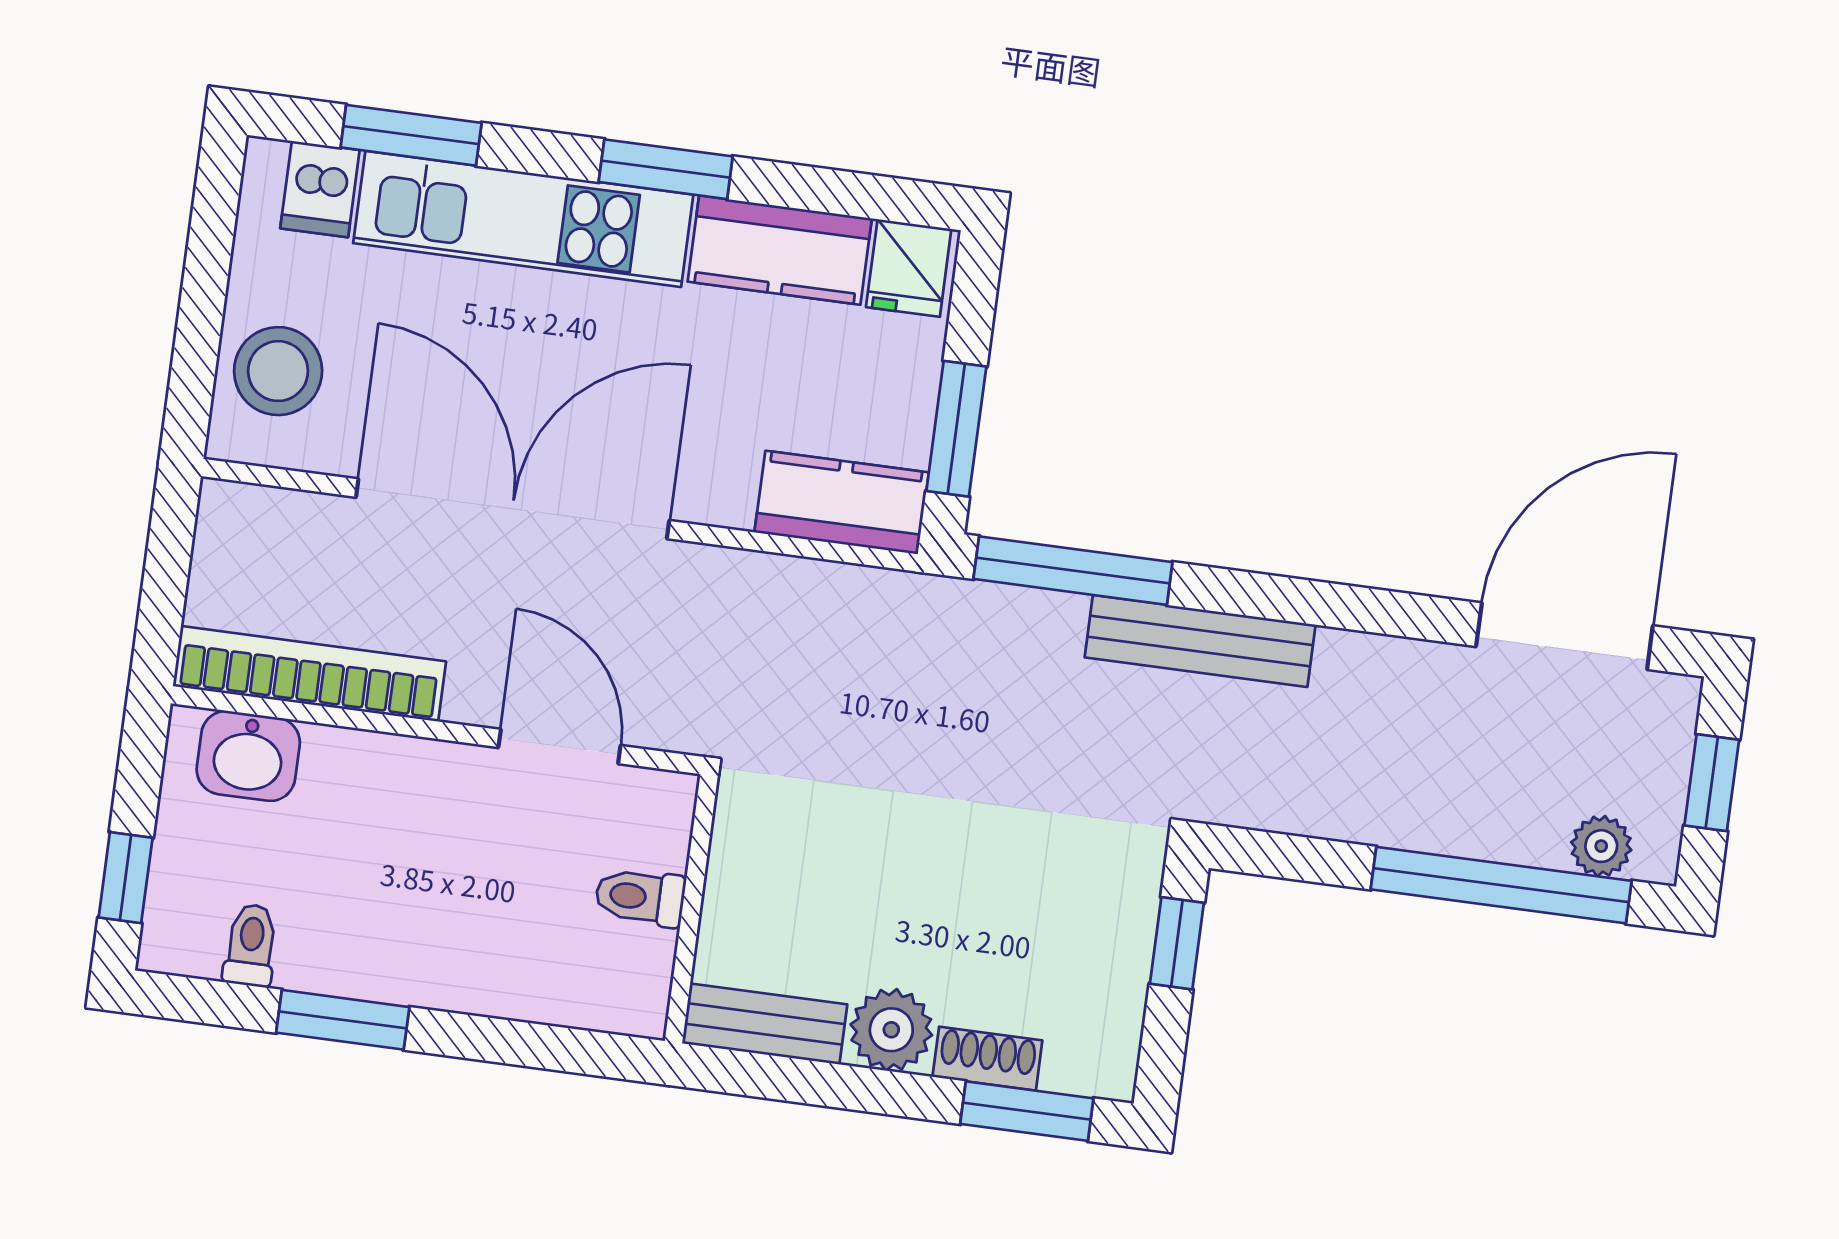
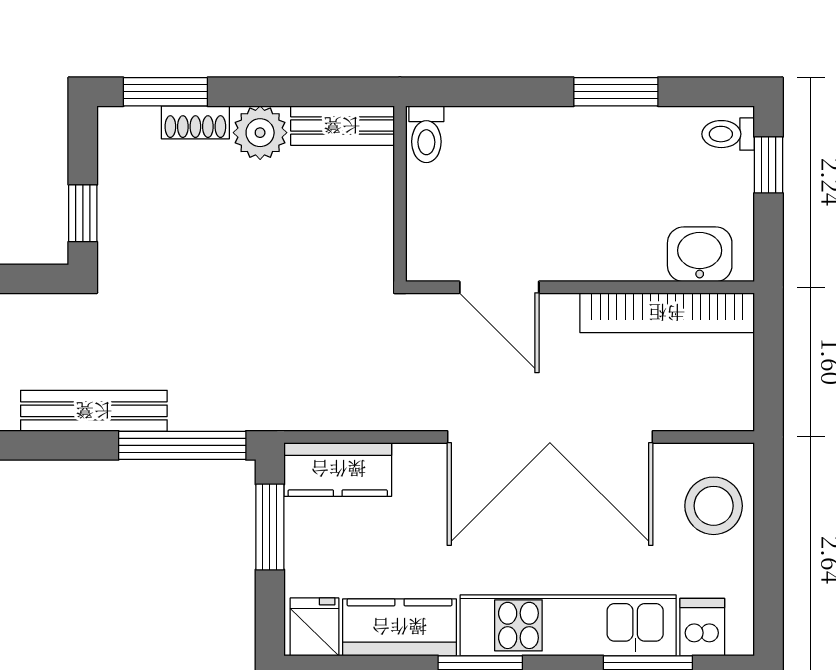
toilet: (640, 897) -> (426, 134), moved, turned 90
toilet: (251, 945) -> (728, 134), moved, turned 90

